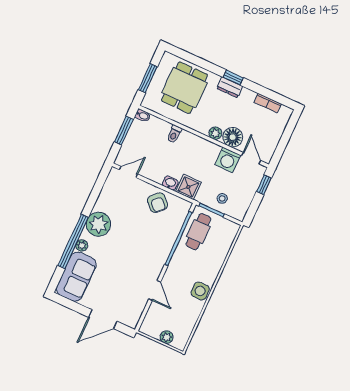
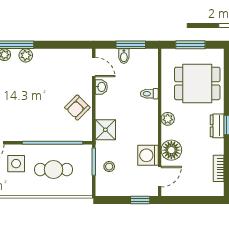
bidet: (143, 116) -> (124, 56), moved
plant: (215, 133) -> (168, 119), moved
washbasin: (170, 183) -> (101, 87), moved
plant: (98, 224) -> (26, 55), width x0.53, depth x0.53
cafe table: (198, 232) -> (53, 170), moved
side table: (200, 291) -> (16, 164), moved

